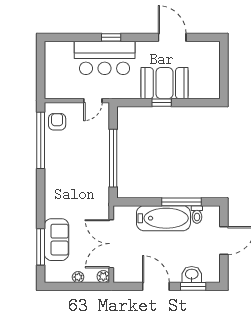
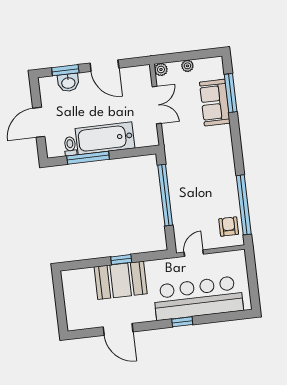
bar counter: (105, 58) -> (198, 298), width x1.36
armchair: (57, 122) -> (229, 226), turned 180
double door: (111, 244) -> (157, 105), width x0.73

